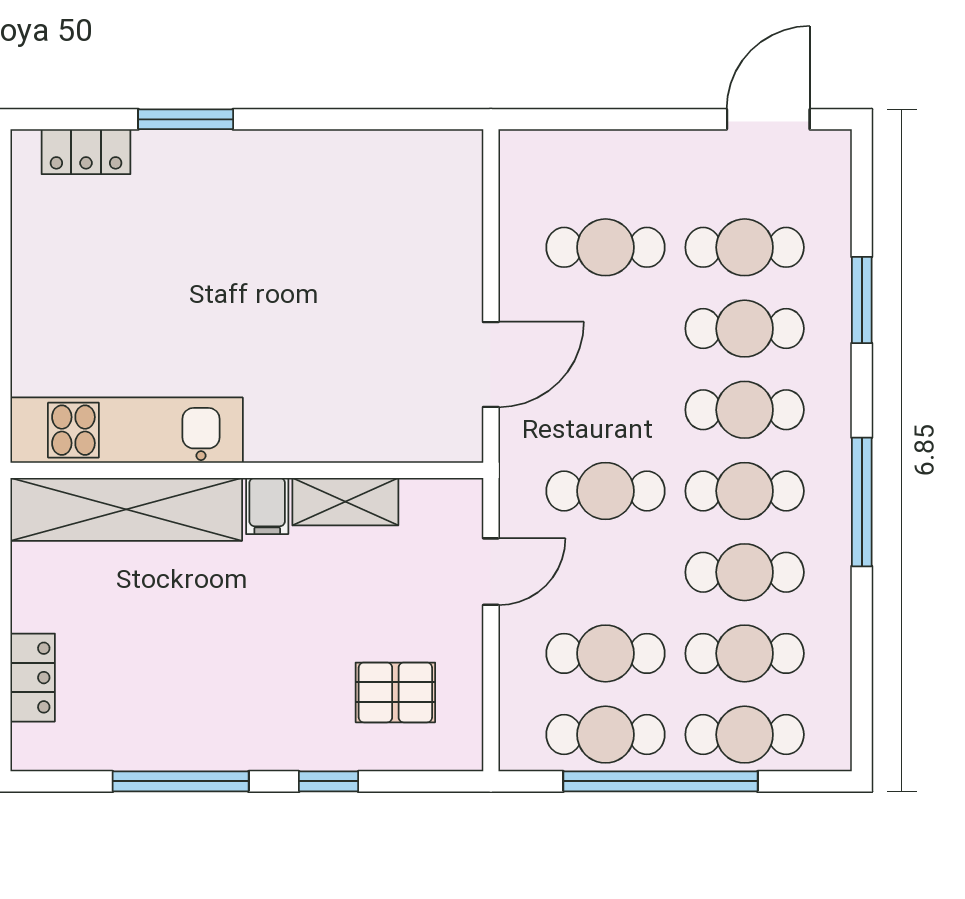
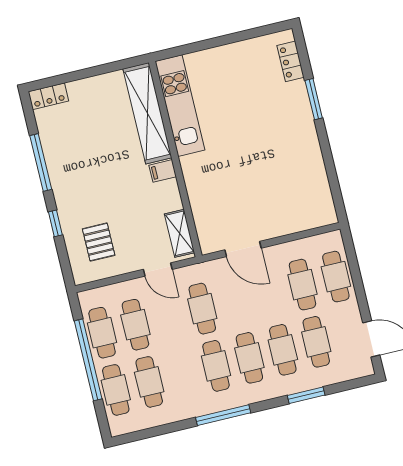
shelving: (345, 502) -> (180, 233), moved
cafe table: (745, 572) -> (336, 277), moved
locker: (33, 678) -> (48, 96), moved

